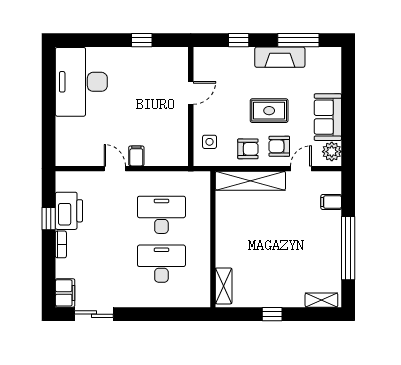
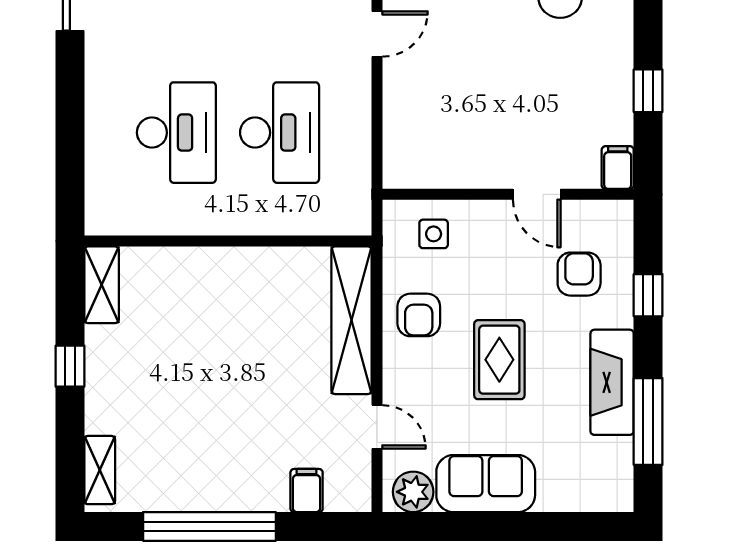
armchair: (279, 146) -> (579, 274), moved
filing cabinet: (136, 156) -> (618, 168), moved, turned -90
shelving: (224, 286) -> (102, 285), moved, turned 90

